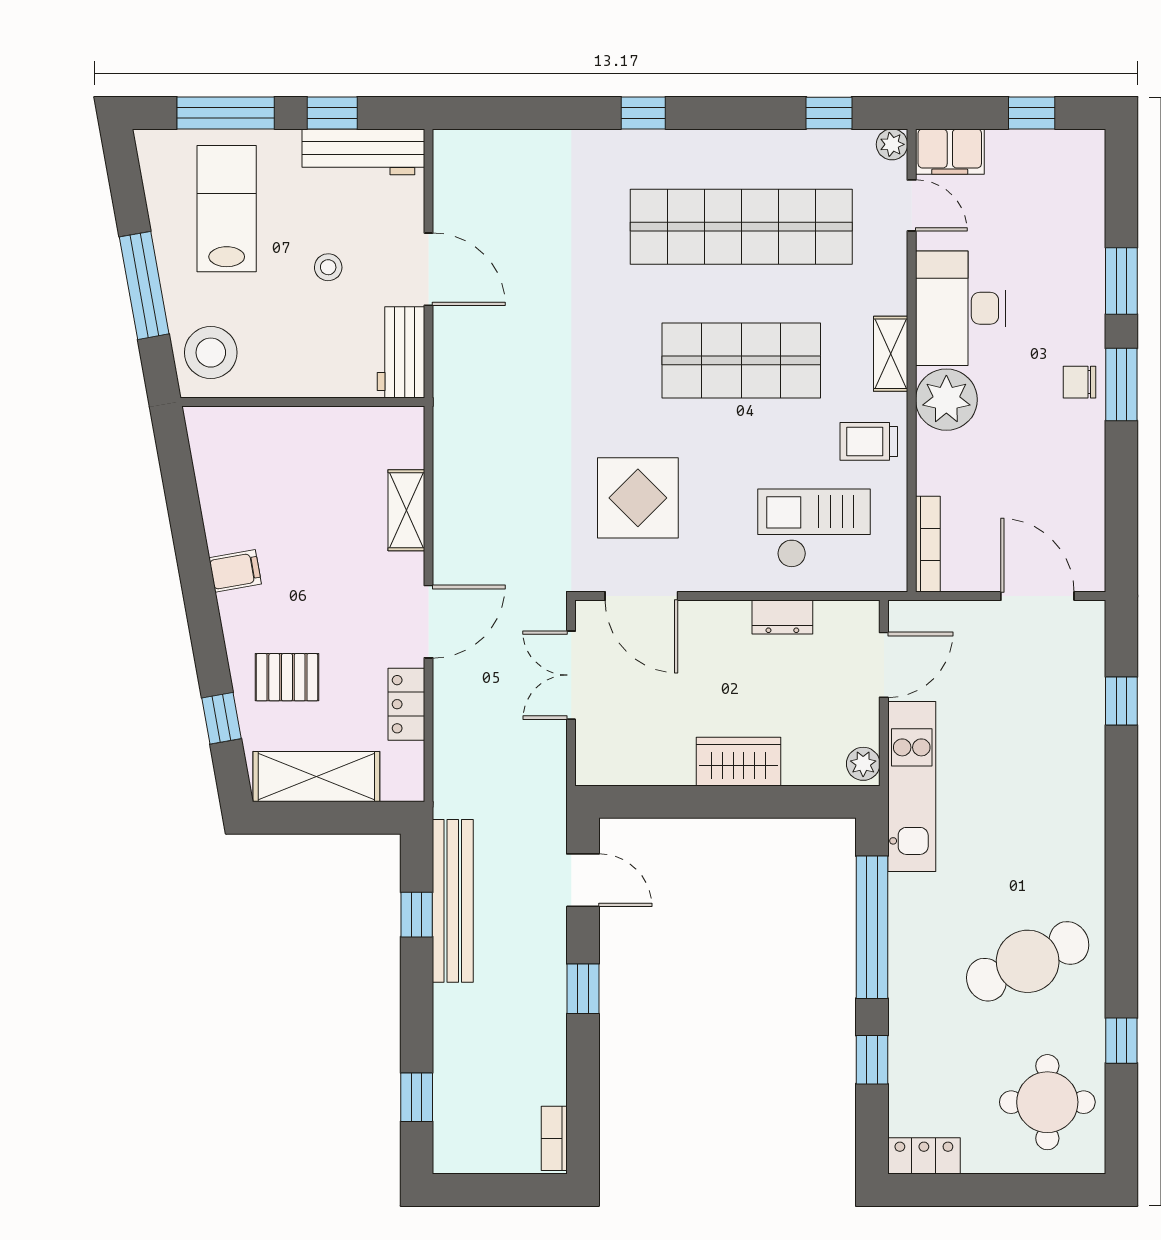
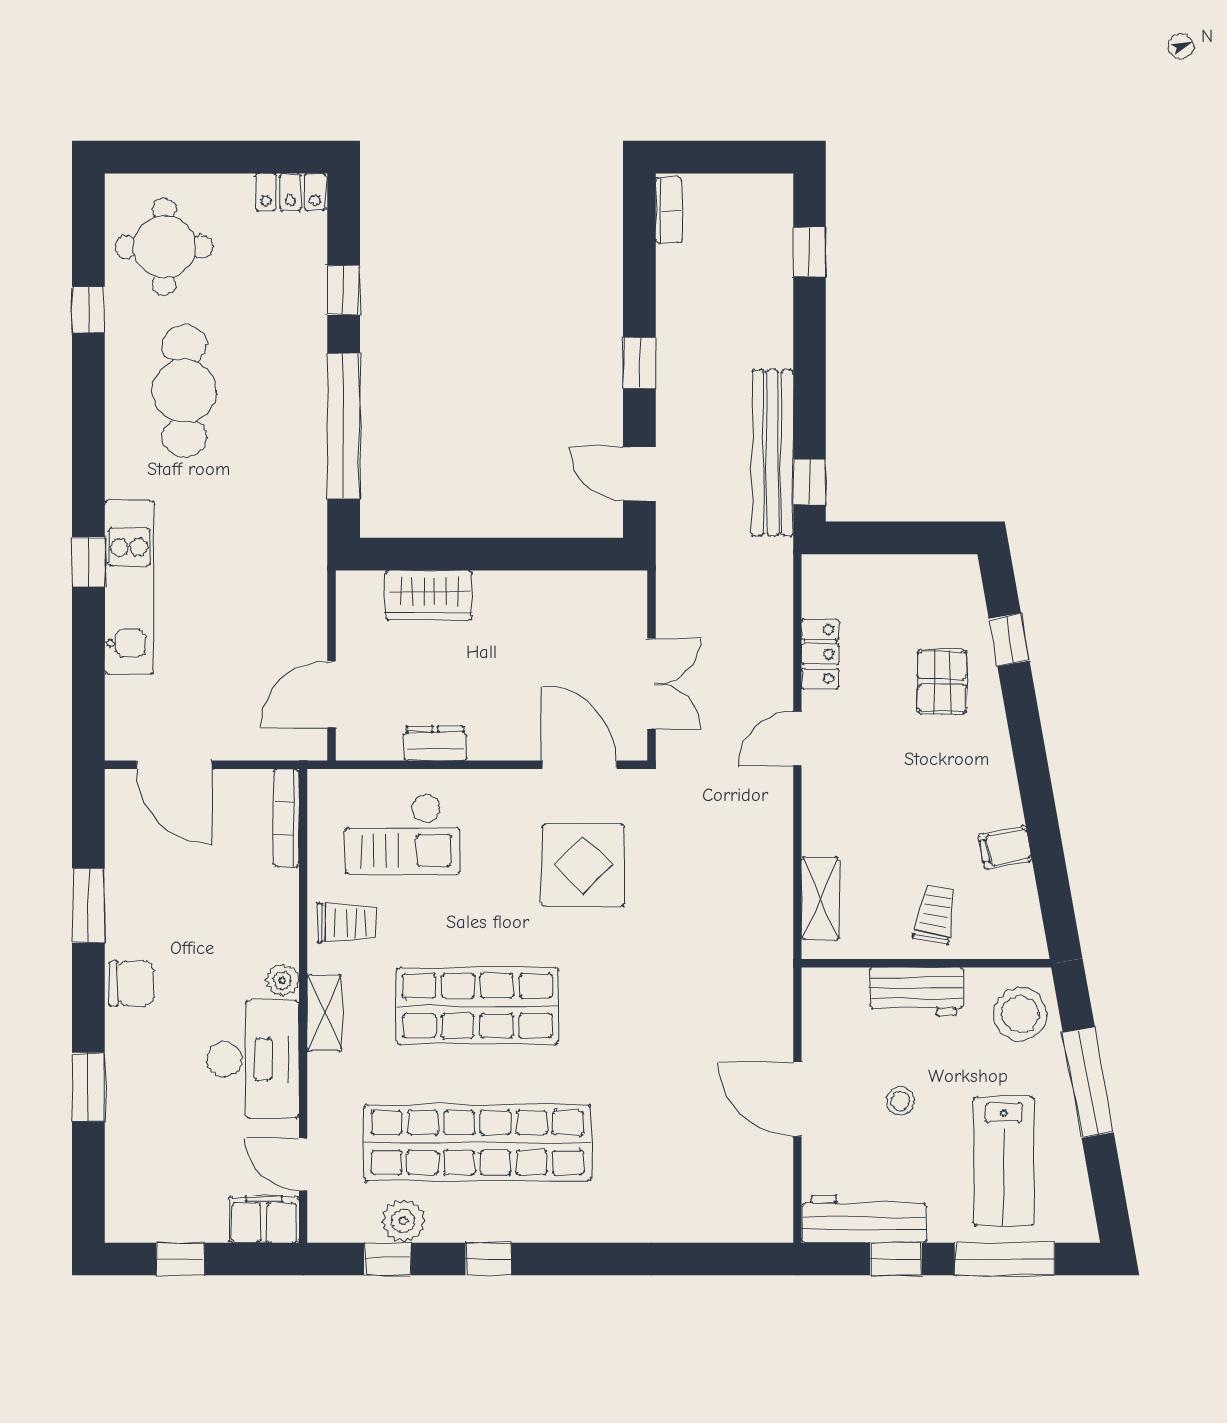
window: (643, 113) -> (488, 1259), moved
plant: (892, 144) -> (403, 1221), moved, width x1.38, depth x1.38
workbench: (401, 352) -> (916, 991), moved, turned 90
chair: (1080, 382) -> (131, 984), width x1.37, depth x1.37
window: (1121, 385) -> (88, 906), moved
plant: (946, 400) -> (282, 980), width x0.53, depth x0.53
trolley: (294, 450) -> (935, 914), added
shelving: (406, 510) -> (820, 898), moved
filing cabinet: (235, 571) -> (1005, 847), moved
door: (428, 622) -> (797, 738), width x0.73
pallet: (287, 677) -> (942, 682), turned 90
window: (1121, 701) -> (88, 562), moved
wardrobe: (738, 762) -> (429, 595), moved
plant: (863, 764) -> (353, 593), removed
shelving: (316, 777) -> (912, 580), removed
kitchen unit: (912, 786) -> (129, 587), moved, turned 180
window: (417, 915) -> (809, 482), moved
cafe table: (1028, 961) -> (184, 391), turned -66

